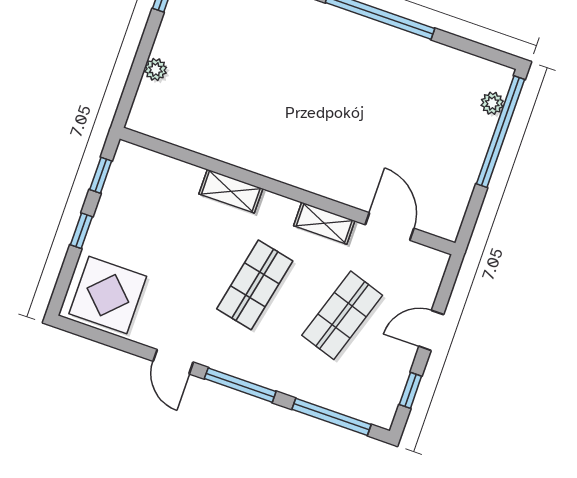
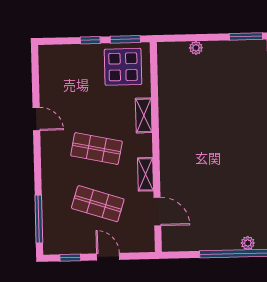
window: (101, 175) -> (125, 39), width x1.50
door: (390, 226) -> (157, 212), hinge flipped
display table: (108, 295) -> (123, 67), moved
door: (173, 362) -> (36, 119), swing flipped
window: (240, 385) -> (37, 161), removed

